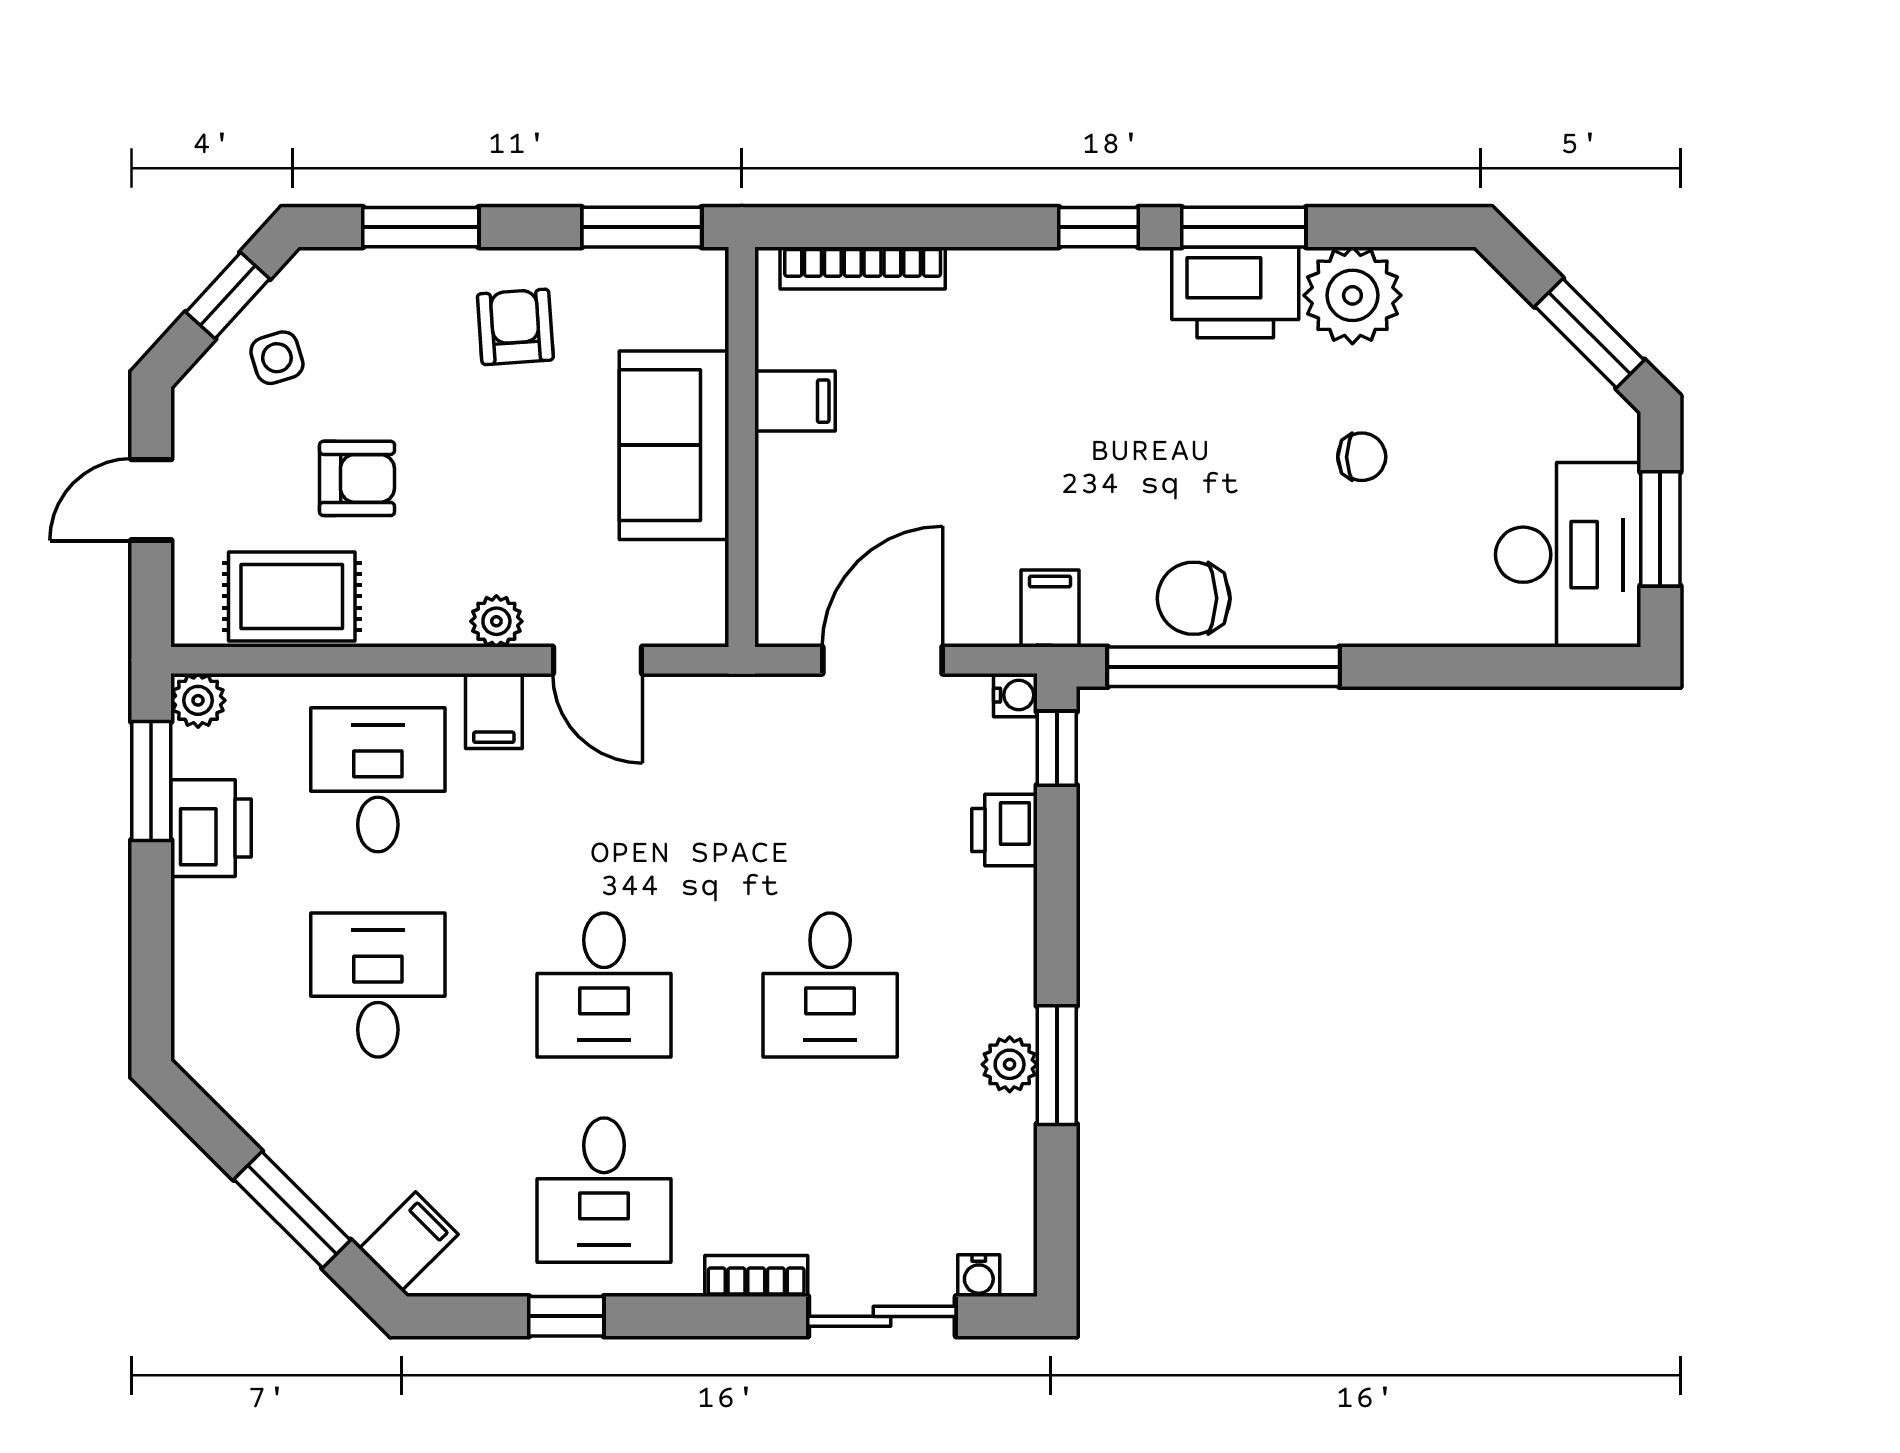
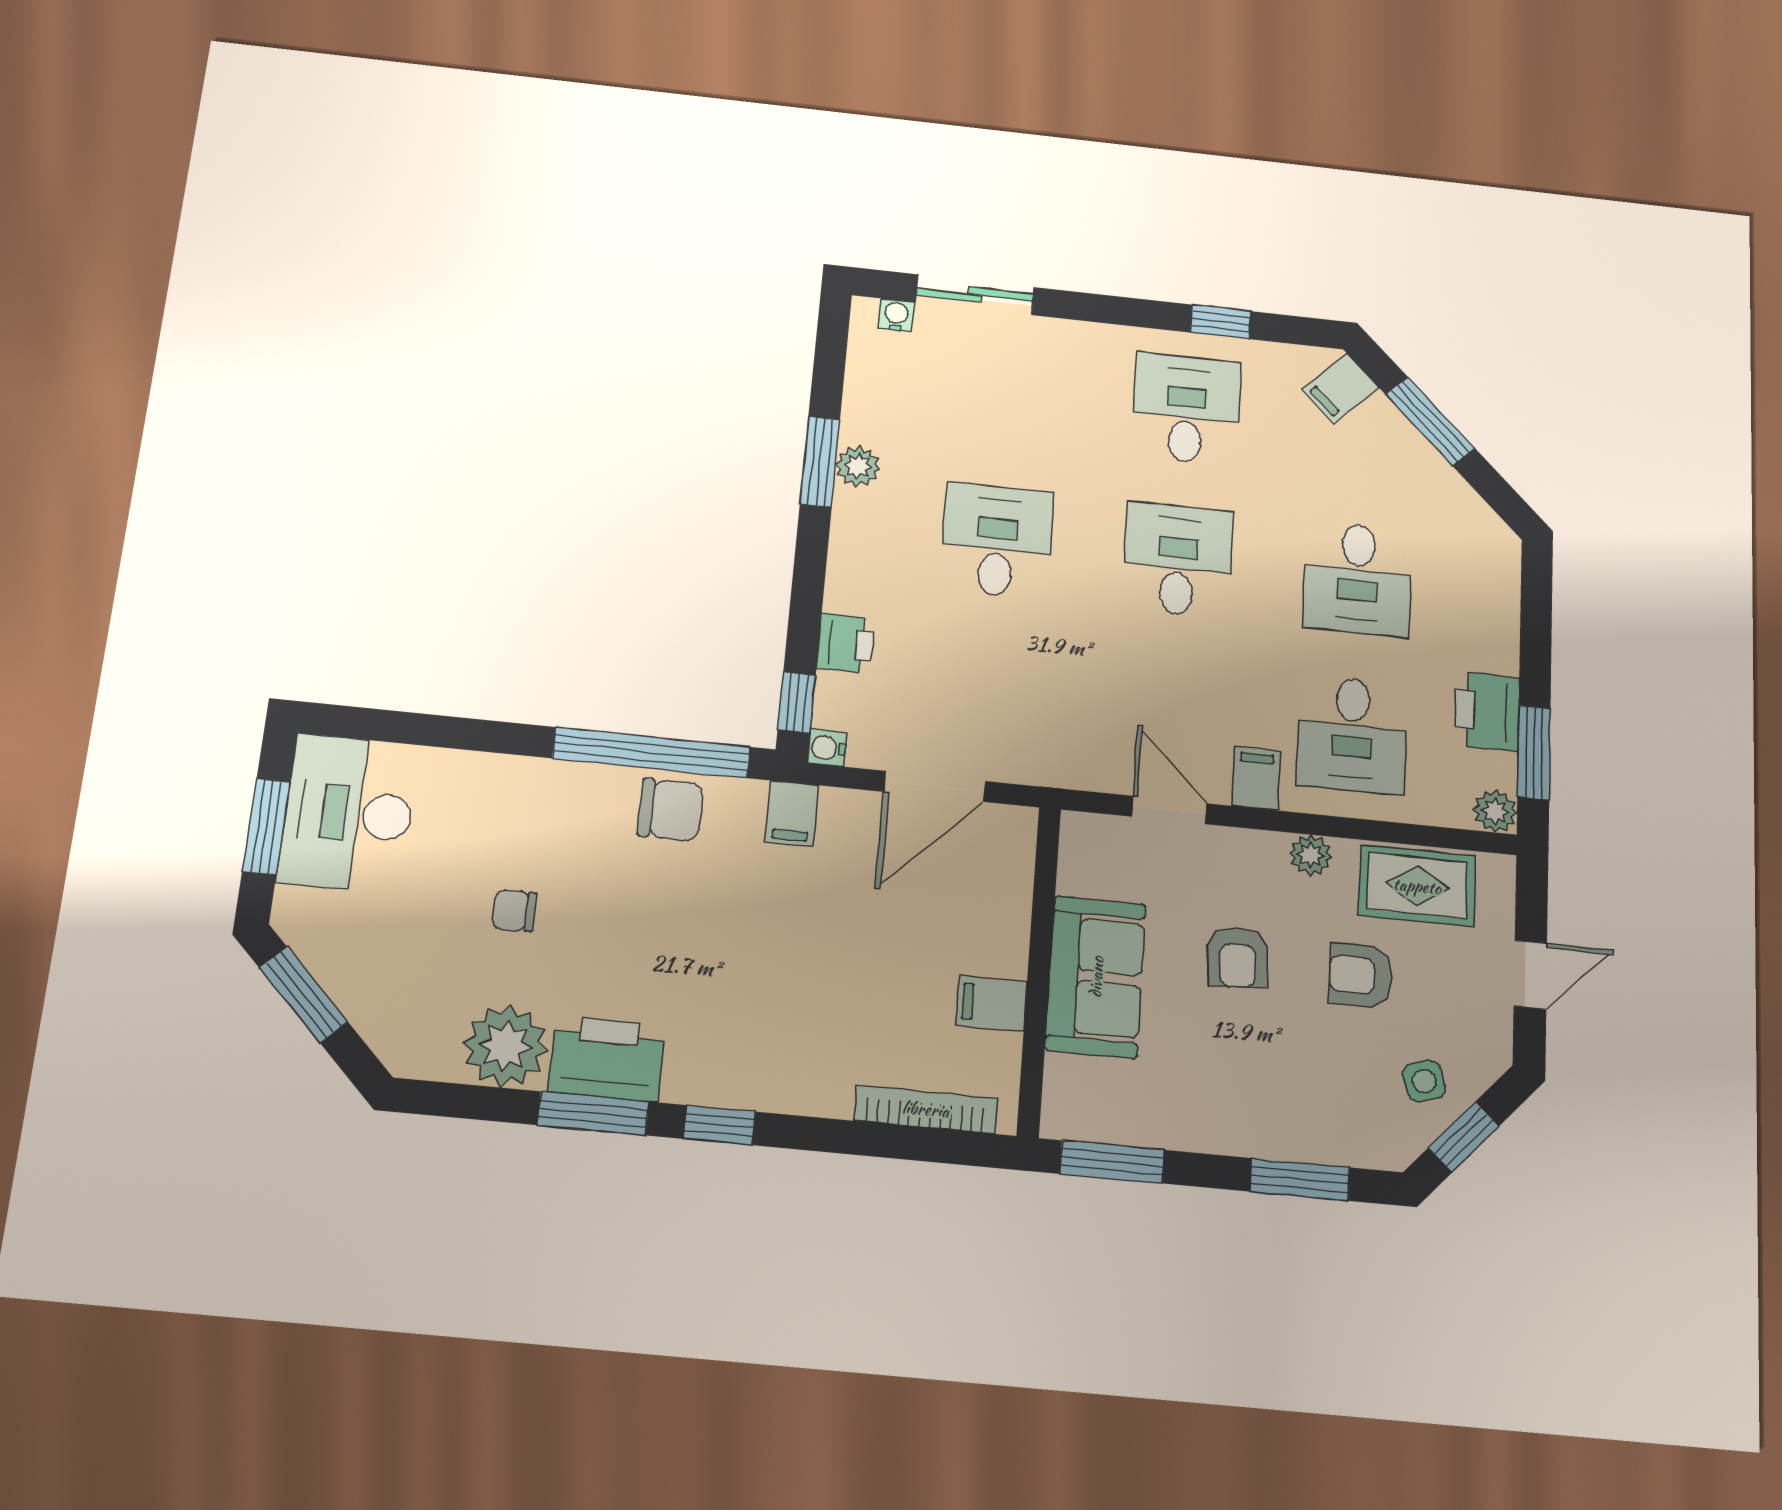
armchair: (515, 327) -> (1237, 957), moved
plant: (496, 621) -> (1311, 855), moved
bookcase: (756, 1276) -> (1071, 334), removed

